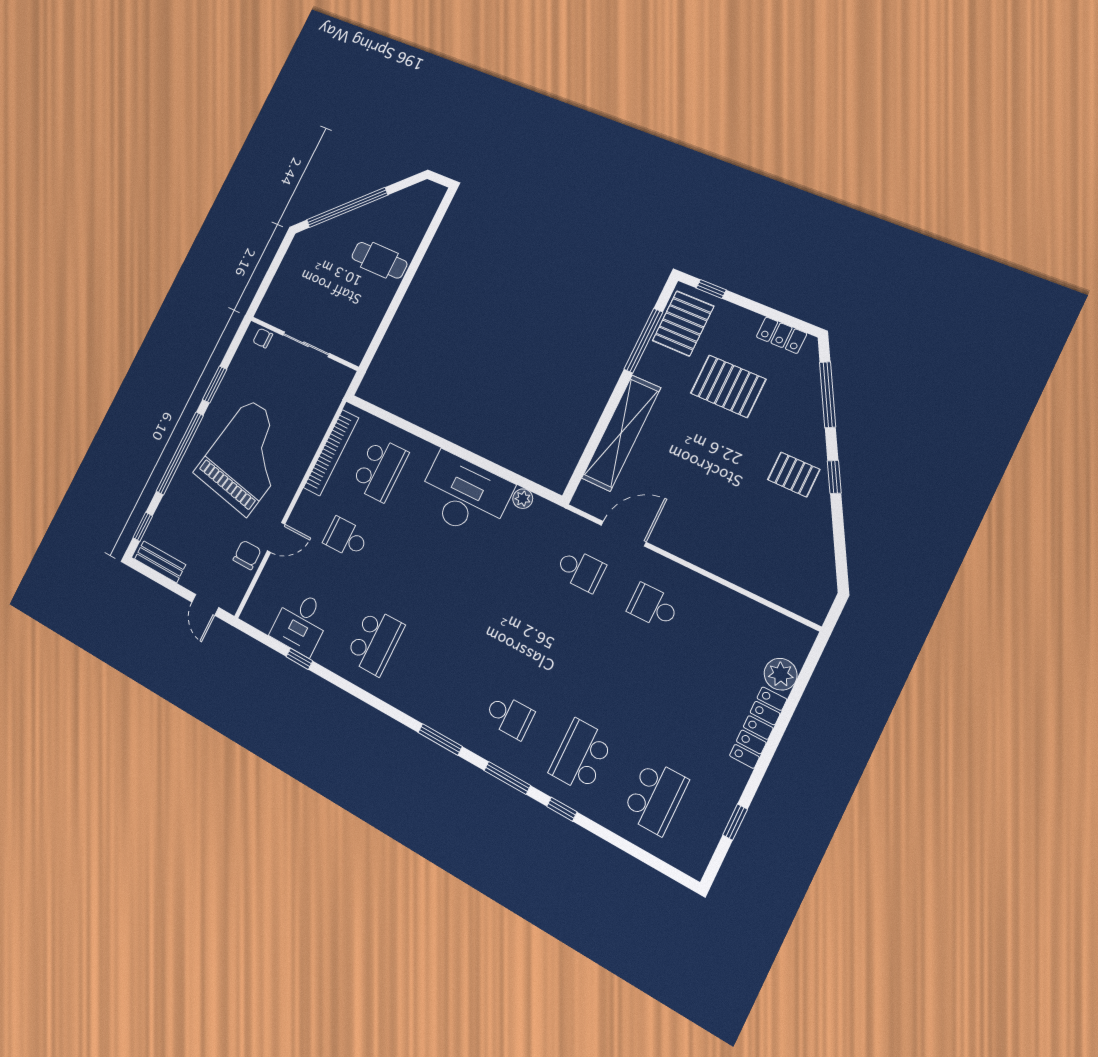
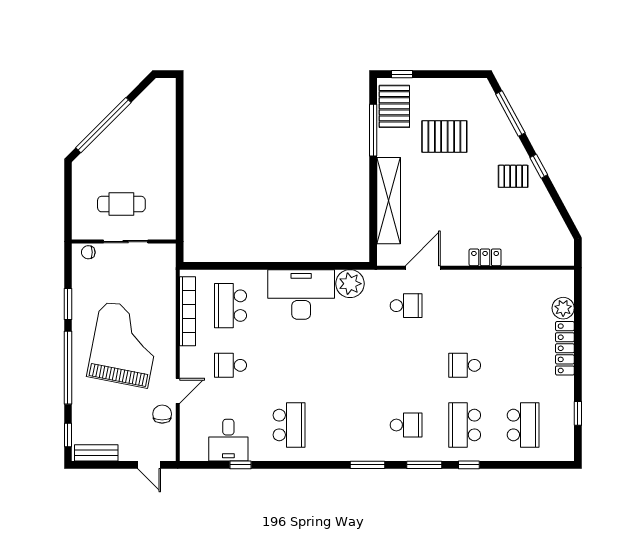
cafe table: (379, 260) -> (121, 204), moved
locker: (782, 335) -> (485, 257), moved, turned 180
school desk: (380, 469) -> (231, 306), turned 180
plant: (523, 499) -> (350, 284), width x1.87, depth x1.87
school desk: (653, 606) -> (465, 365), moved

